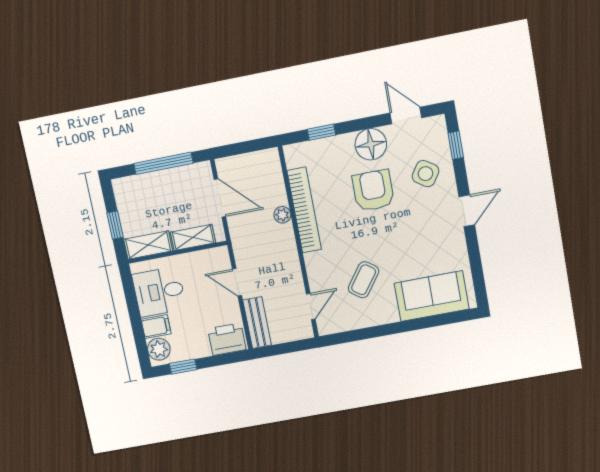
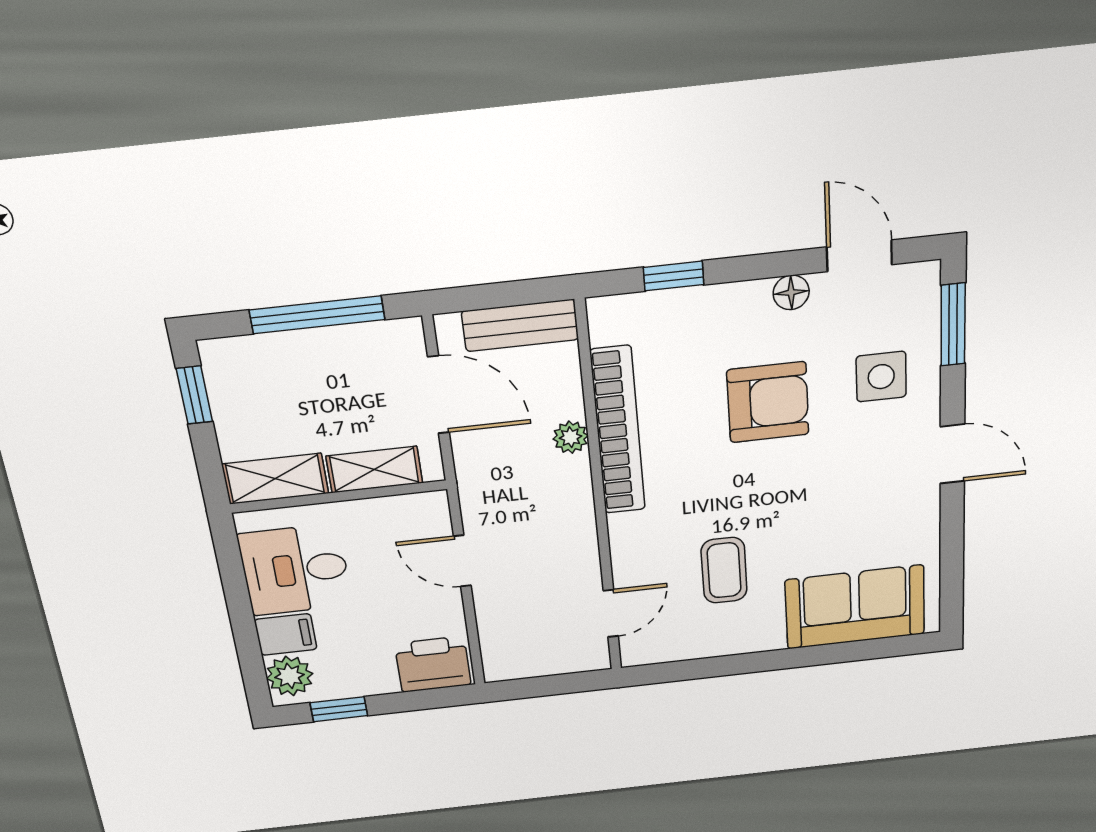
floor lamp: (371, 144) -> (791, 292), width x0.53, depth x0.53
window: (456, 145) -> (953, 325), width x1.50
side table: (426, 174) -> (881, 377), turned -33
armchair: (373, 191) -> (768, 402), turned 90
door: (467, 211) -> (952, 454), hinge flipped
window: (115, 225) -> (194, 395), moved
coffee table: (364, 280) -> (724, 570), turned -36
bench: (257, 323) -> (520, 325), moved, turned 90

